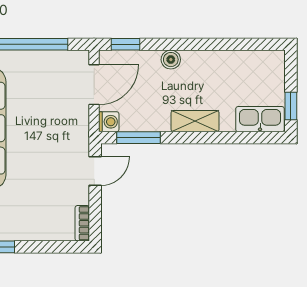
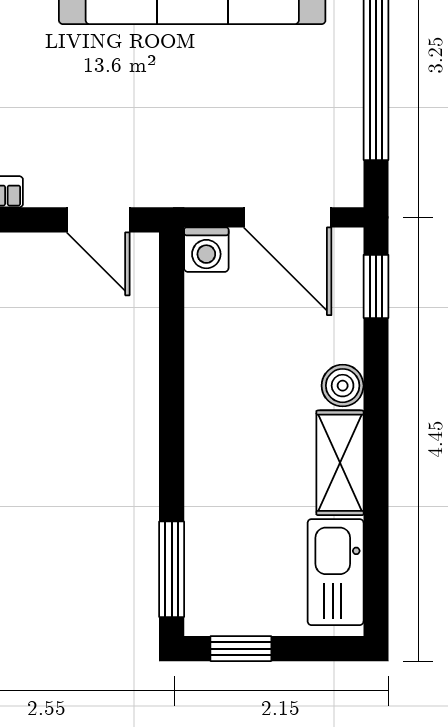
kitchen sink: (260, 119) -> (336, 572), moved, turned 180
shelving: (195, 121) -> (340, 463), moved
window: (139, 138) -> (172, 569), moved

